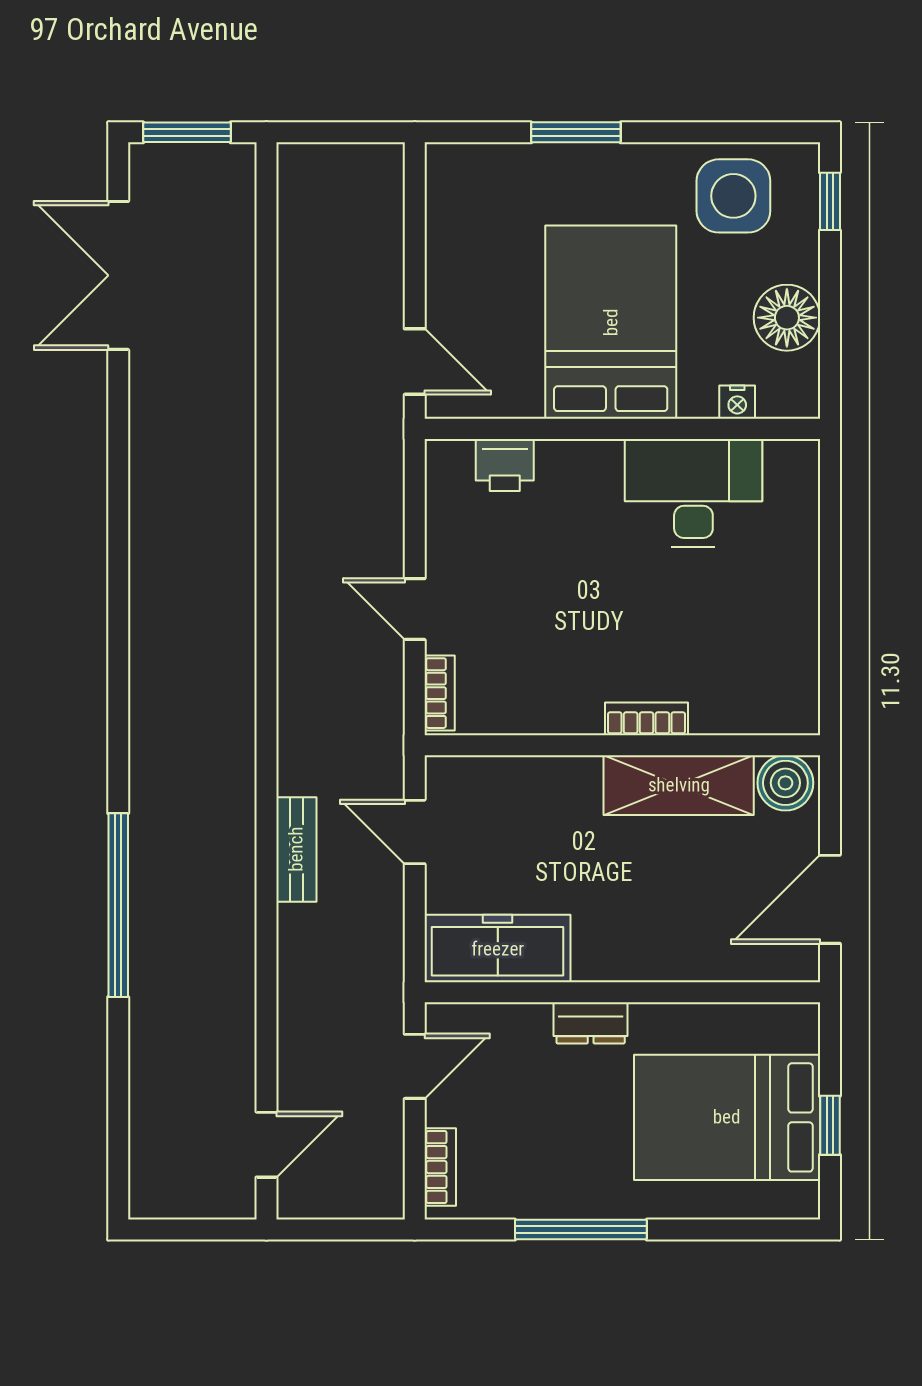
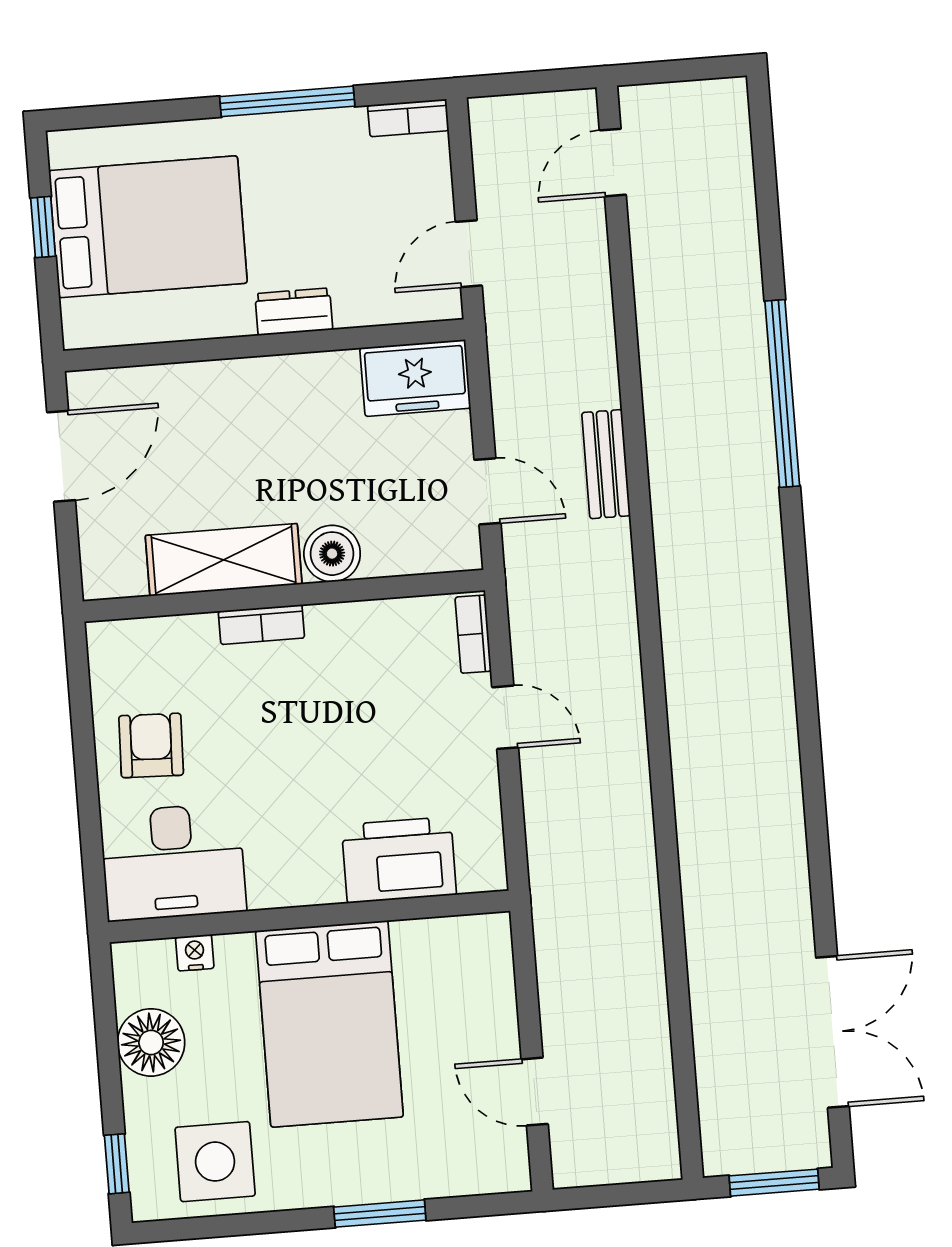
door: (415, 362) -> (535, 1092), moved
printer: (505, 465) -> (399, 860), width x1.87, depth x1.48
desk: (693, 493) -> (173, 862), moved
armchair: (764, 609) -> (151, 745), added
boiler: (785, 783) -> (332, 554), moved
freezer: (498, 949) -> (415, 378), width x0.71
bookcase: (440, 1167) -> (408, 118), moved, turned -90

